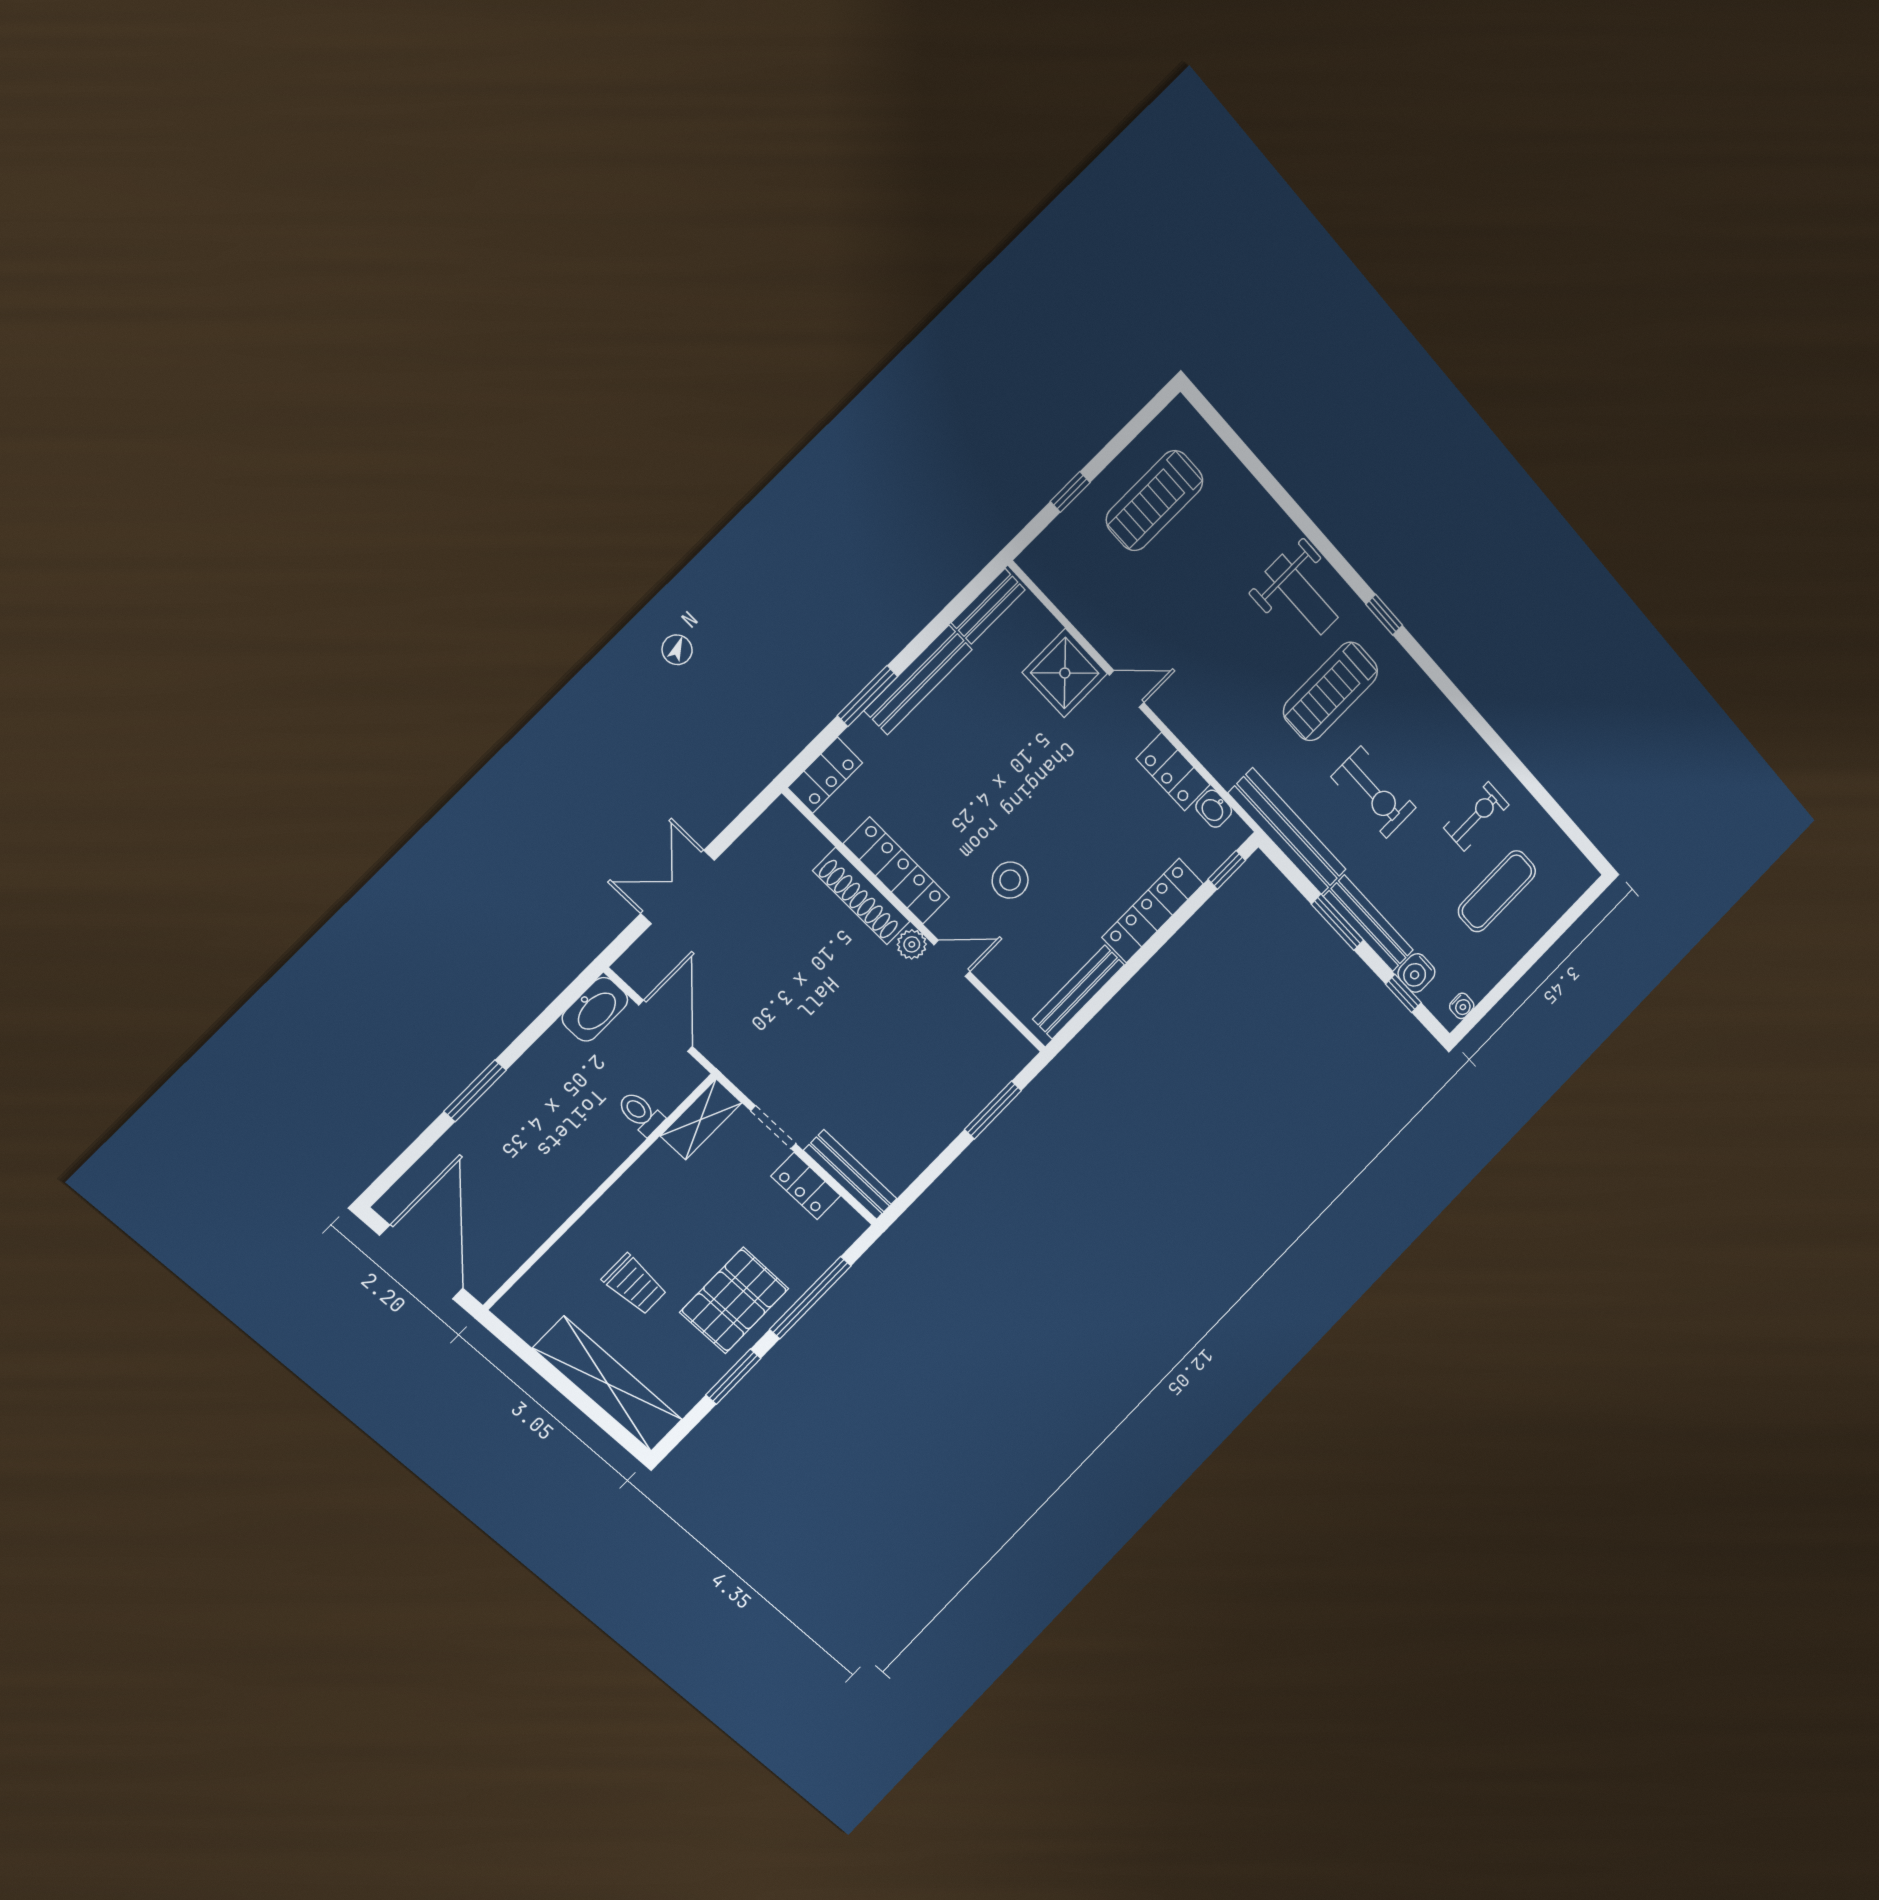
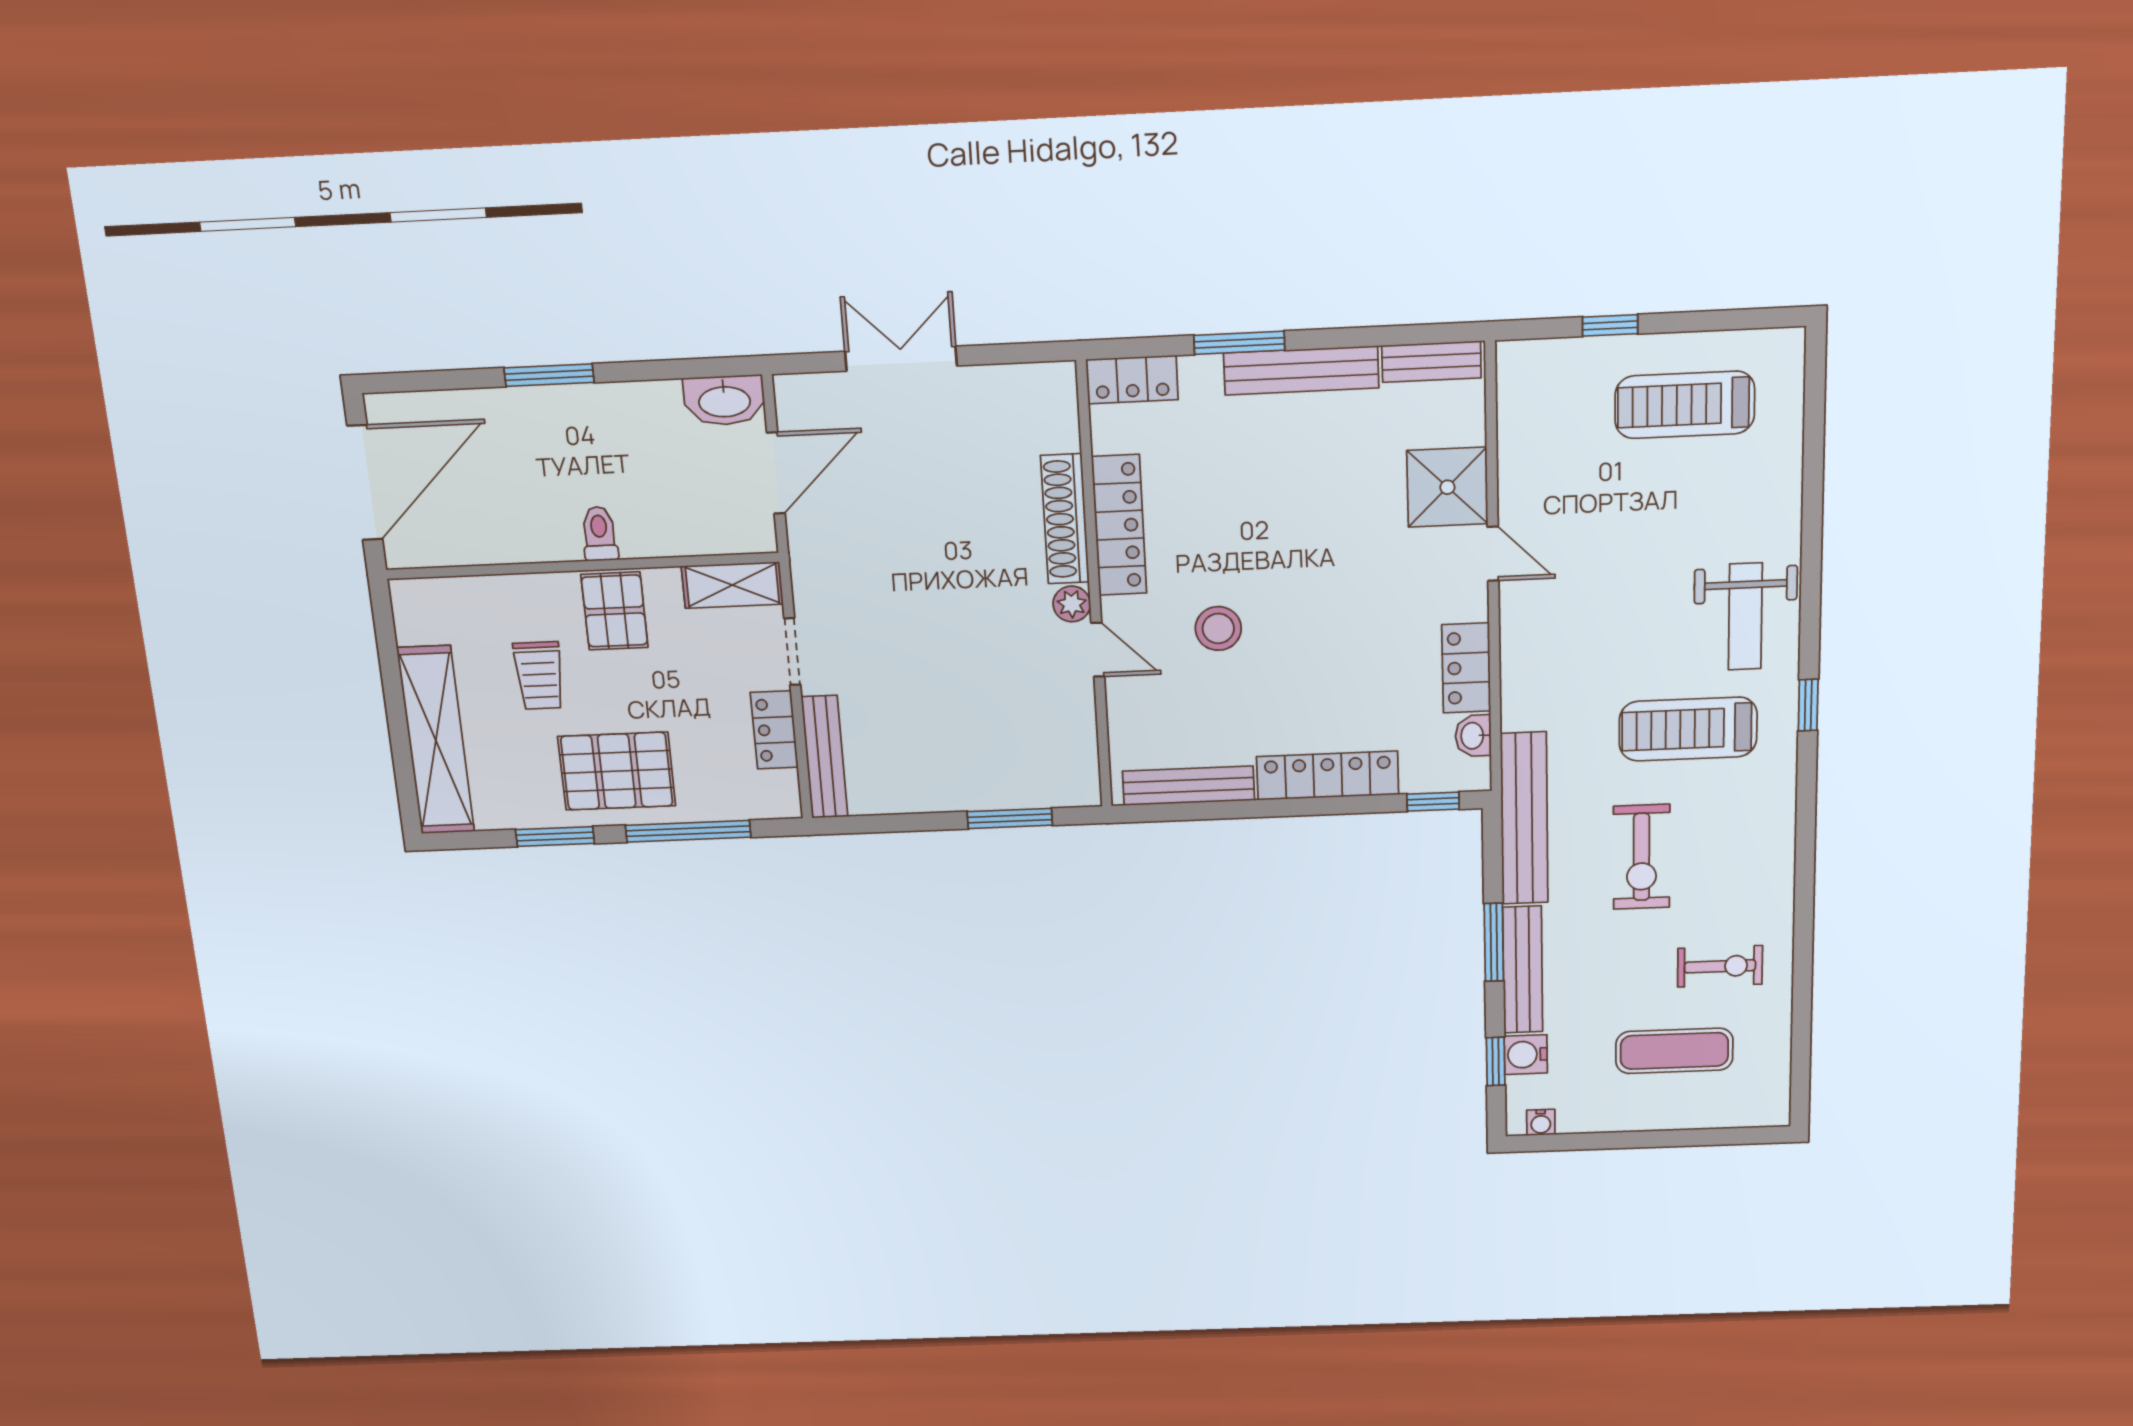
toilet: (641, 1113) -> (599, 534), moved
pallet: (644, 1201) -> (615, 611), added

